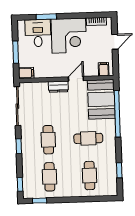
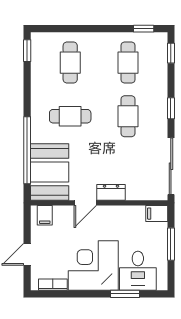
window: (119, 170) -> (27, 51), moved

